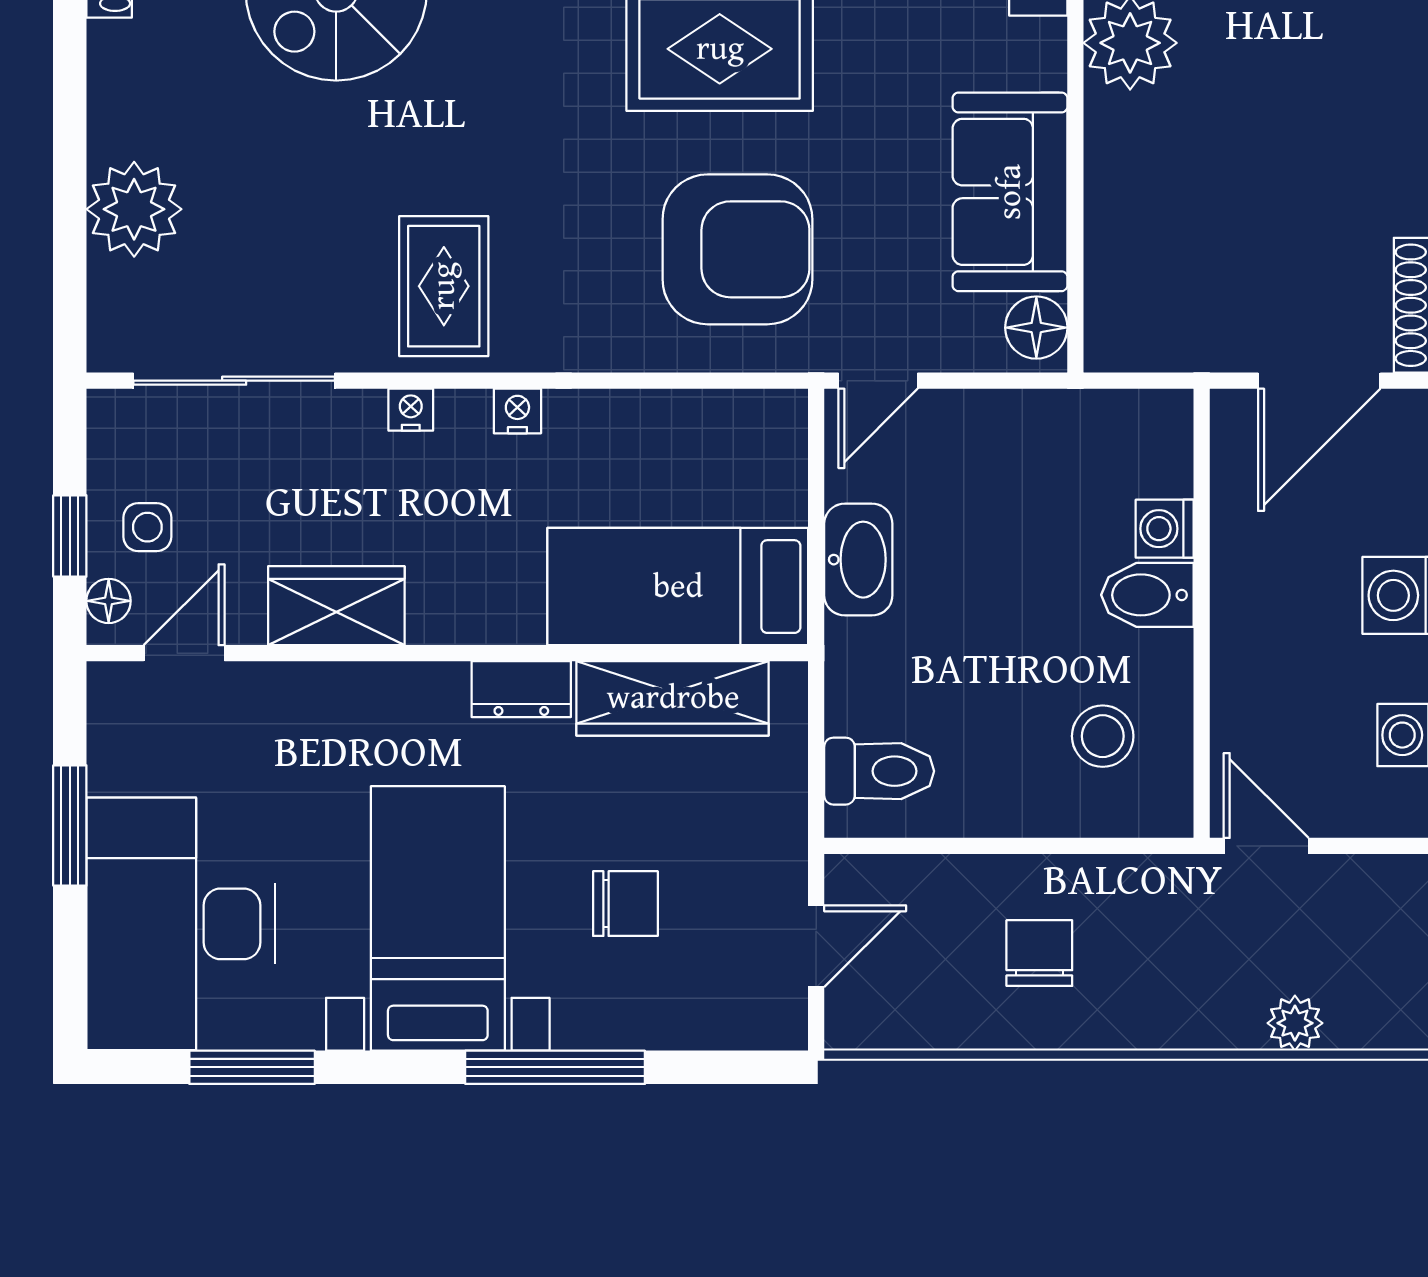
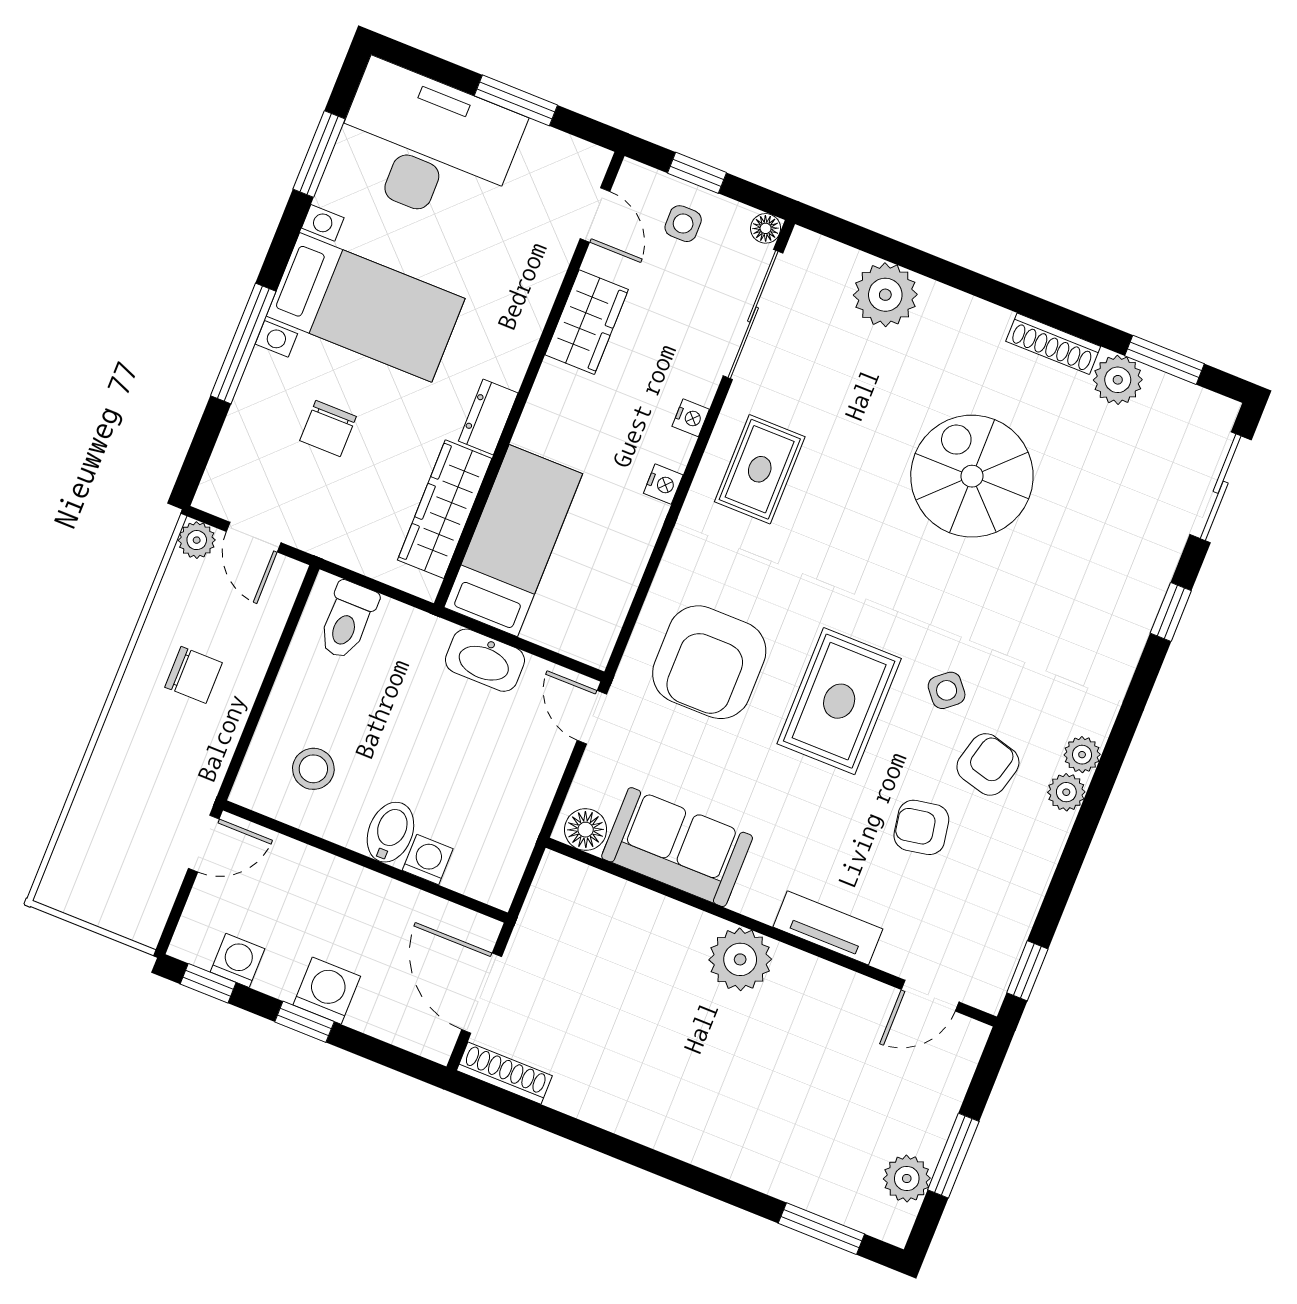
rug: (444, 286) -> (760, 469), turned 90
floor lamp: (109, 601) -> (766, 228), moved
plant: (1295, 1023) -> (197, 540), moved

